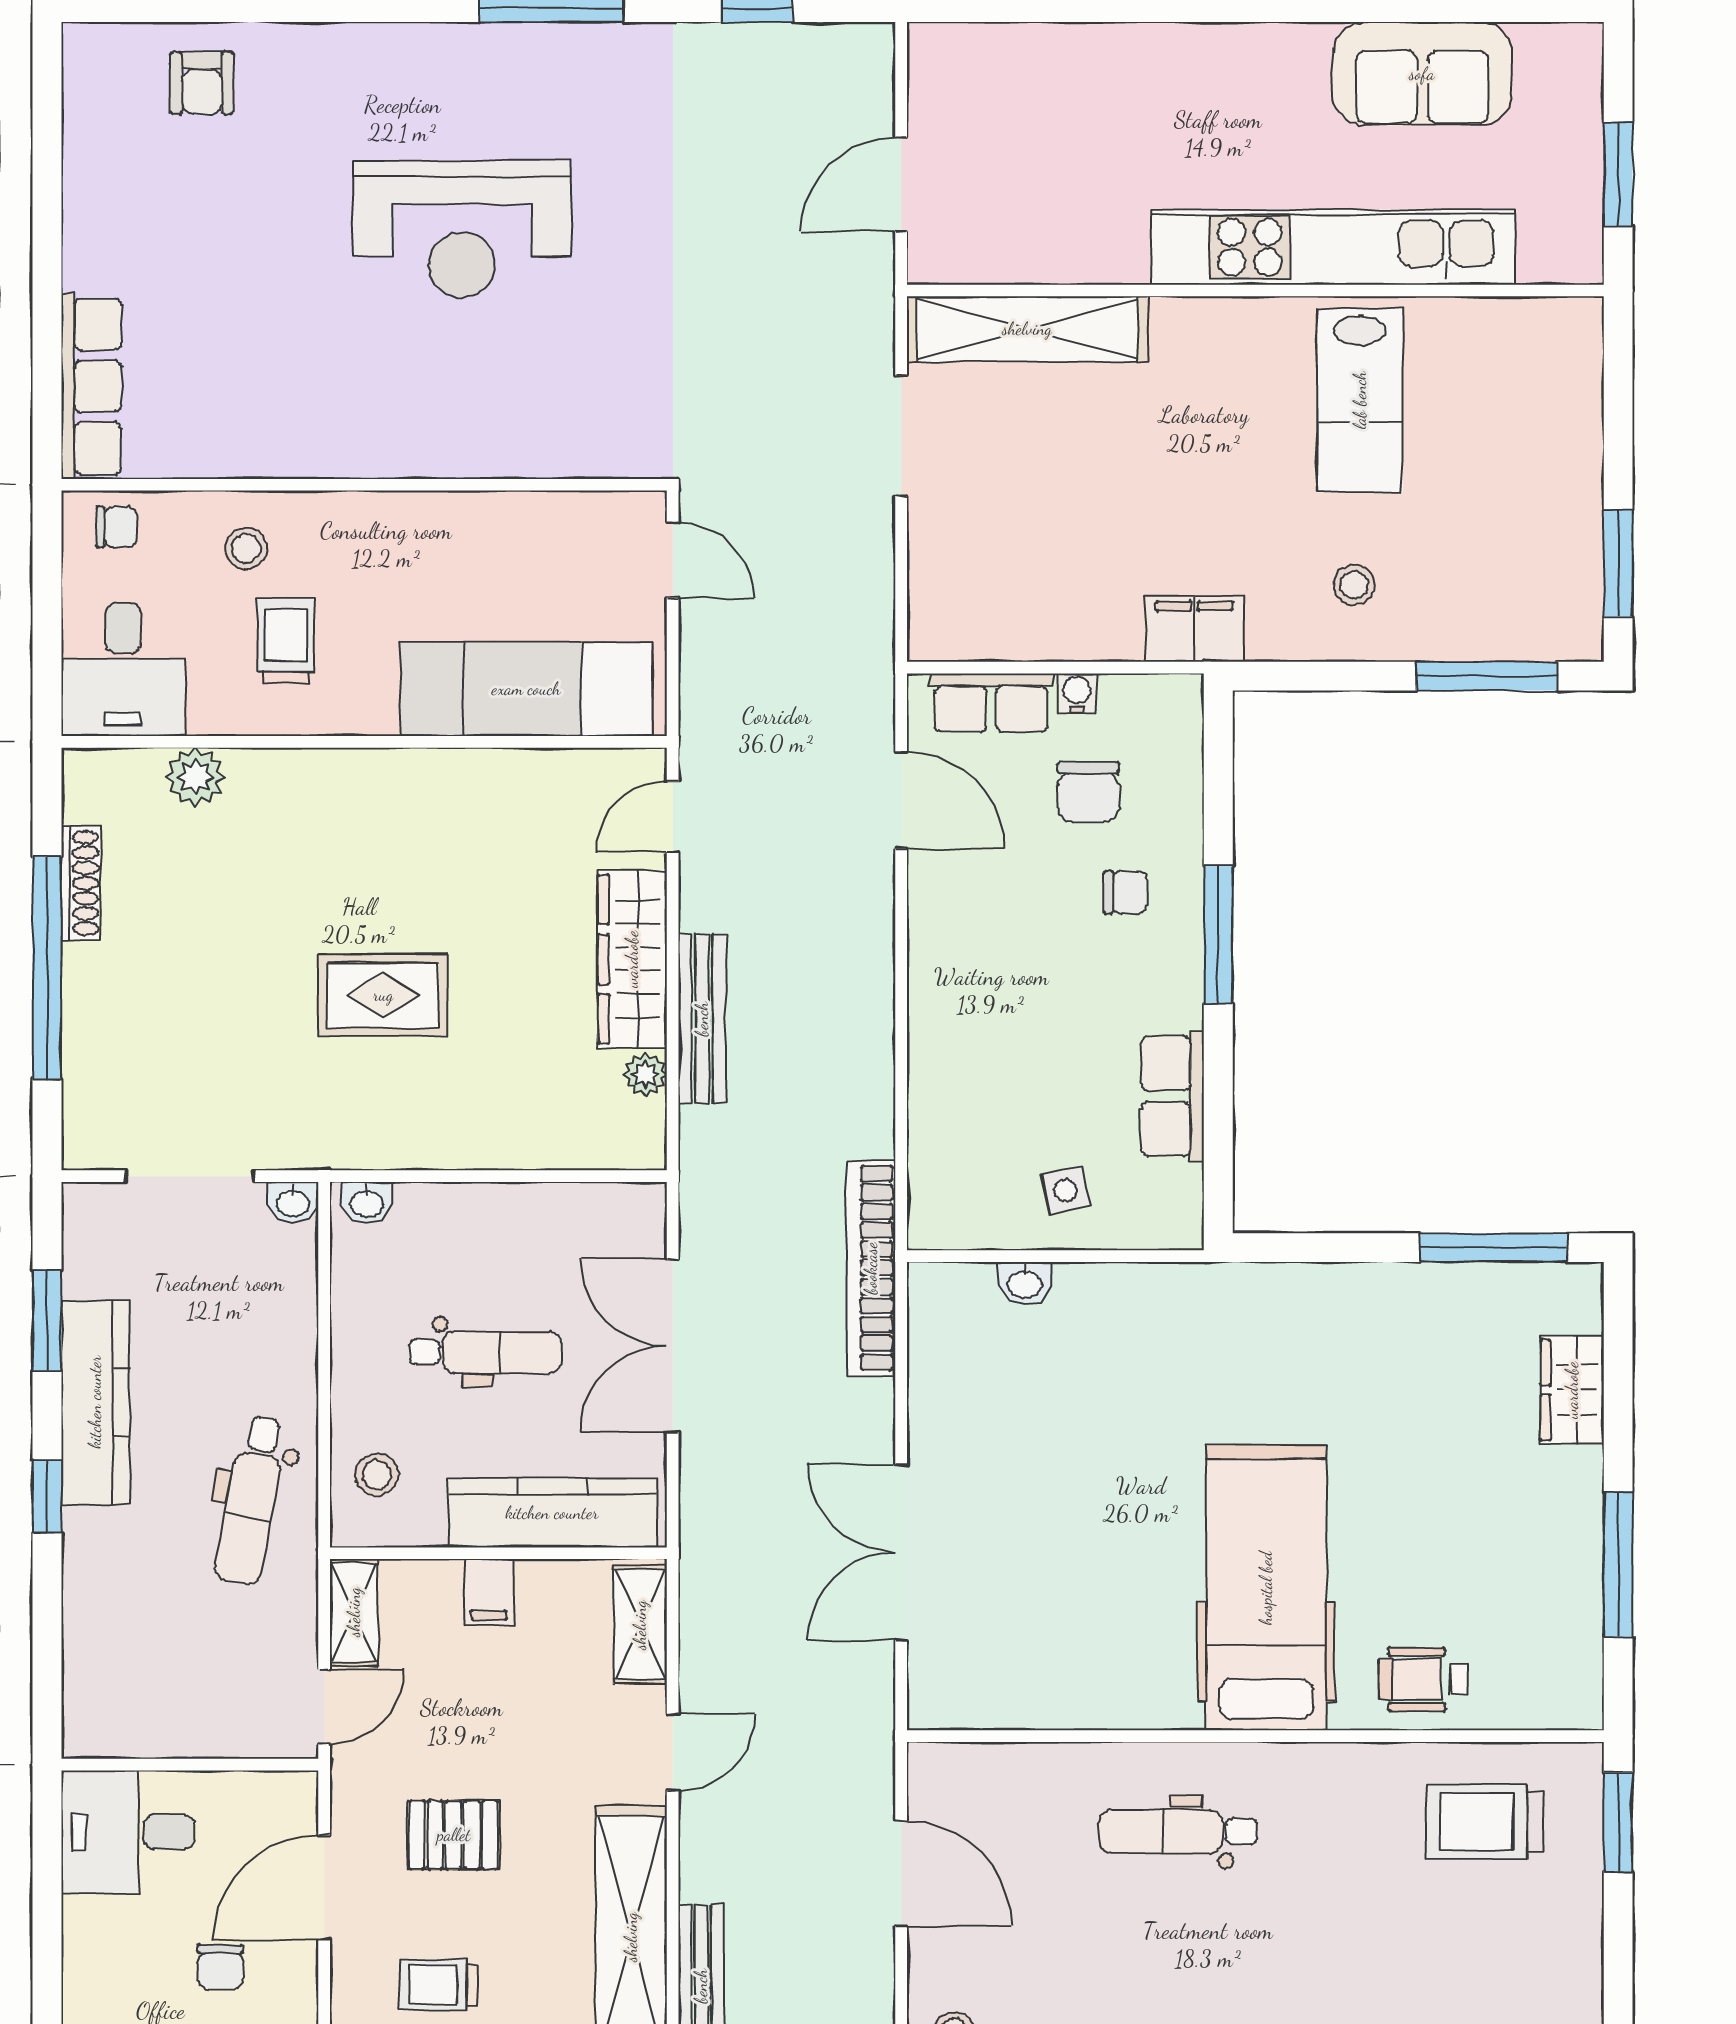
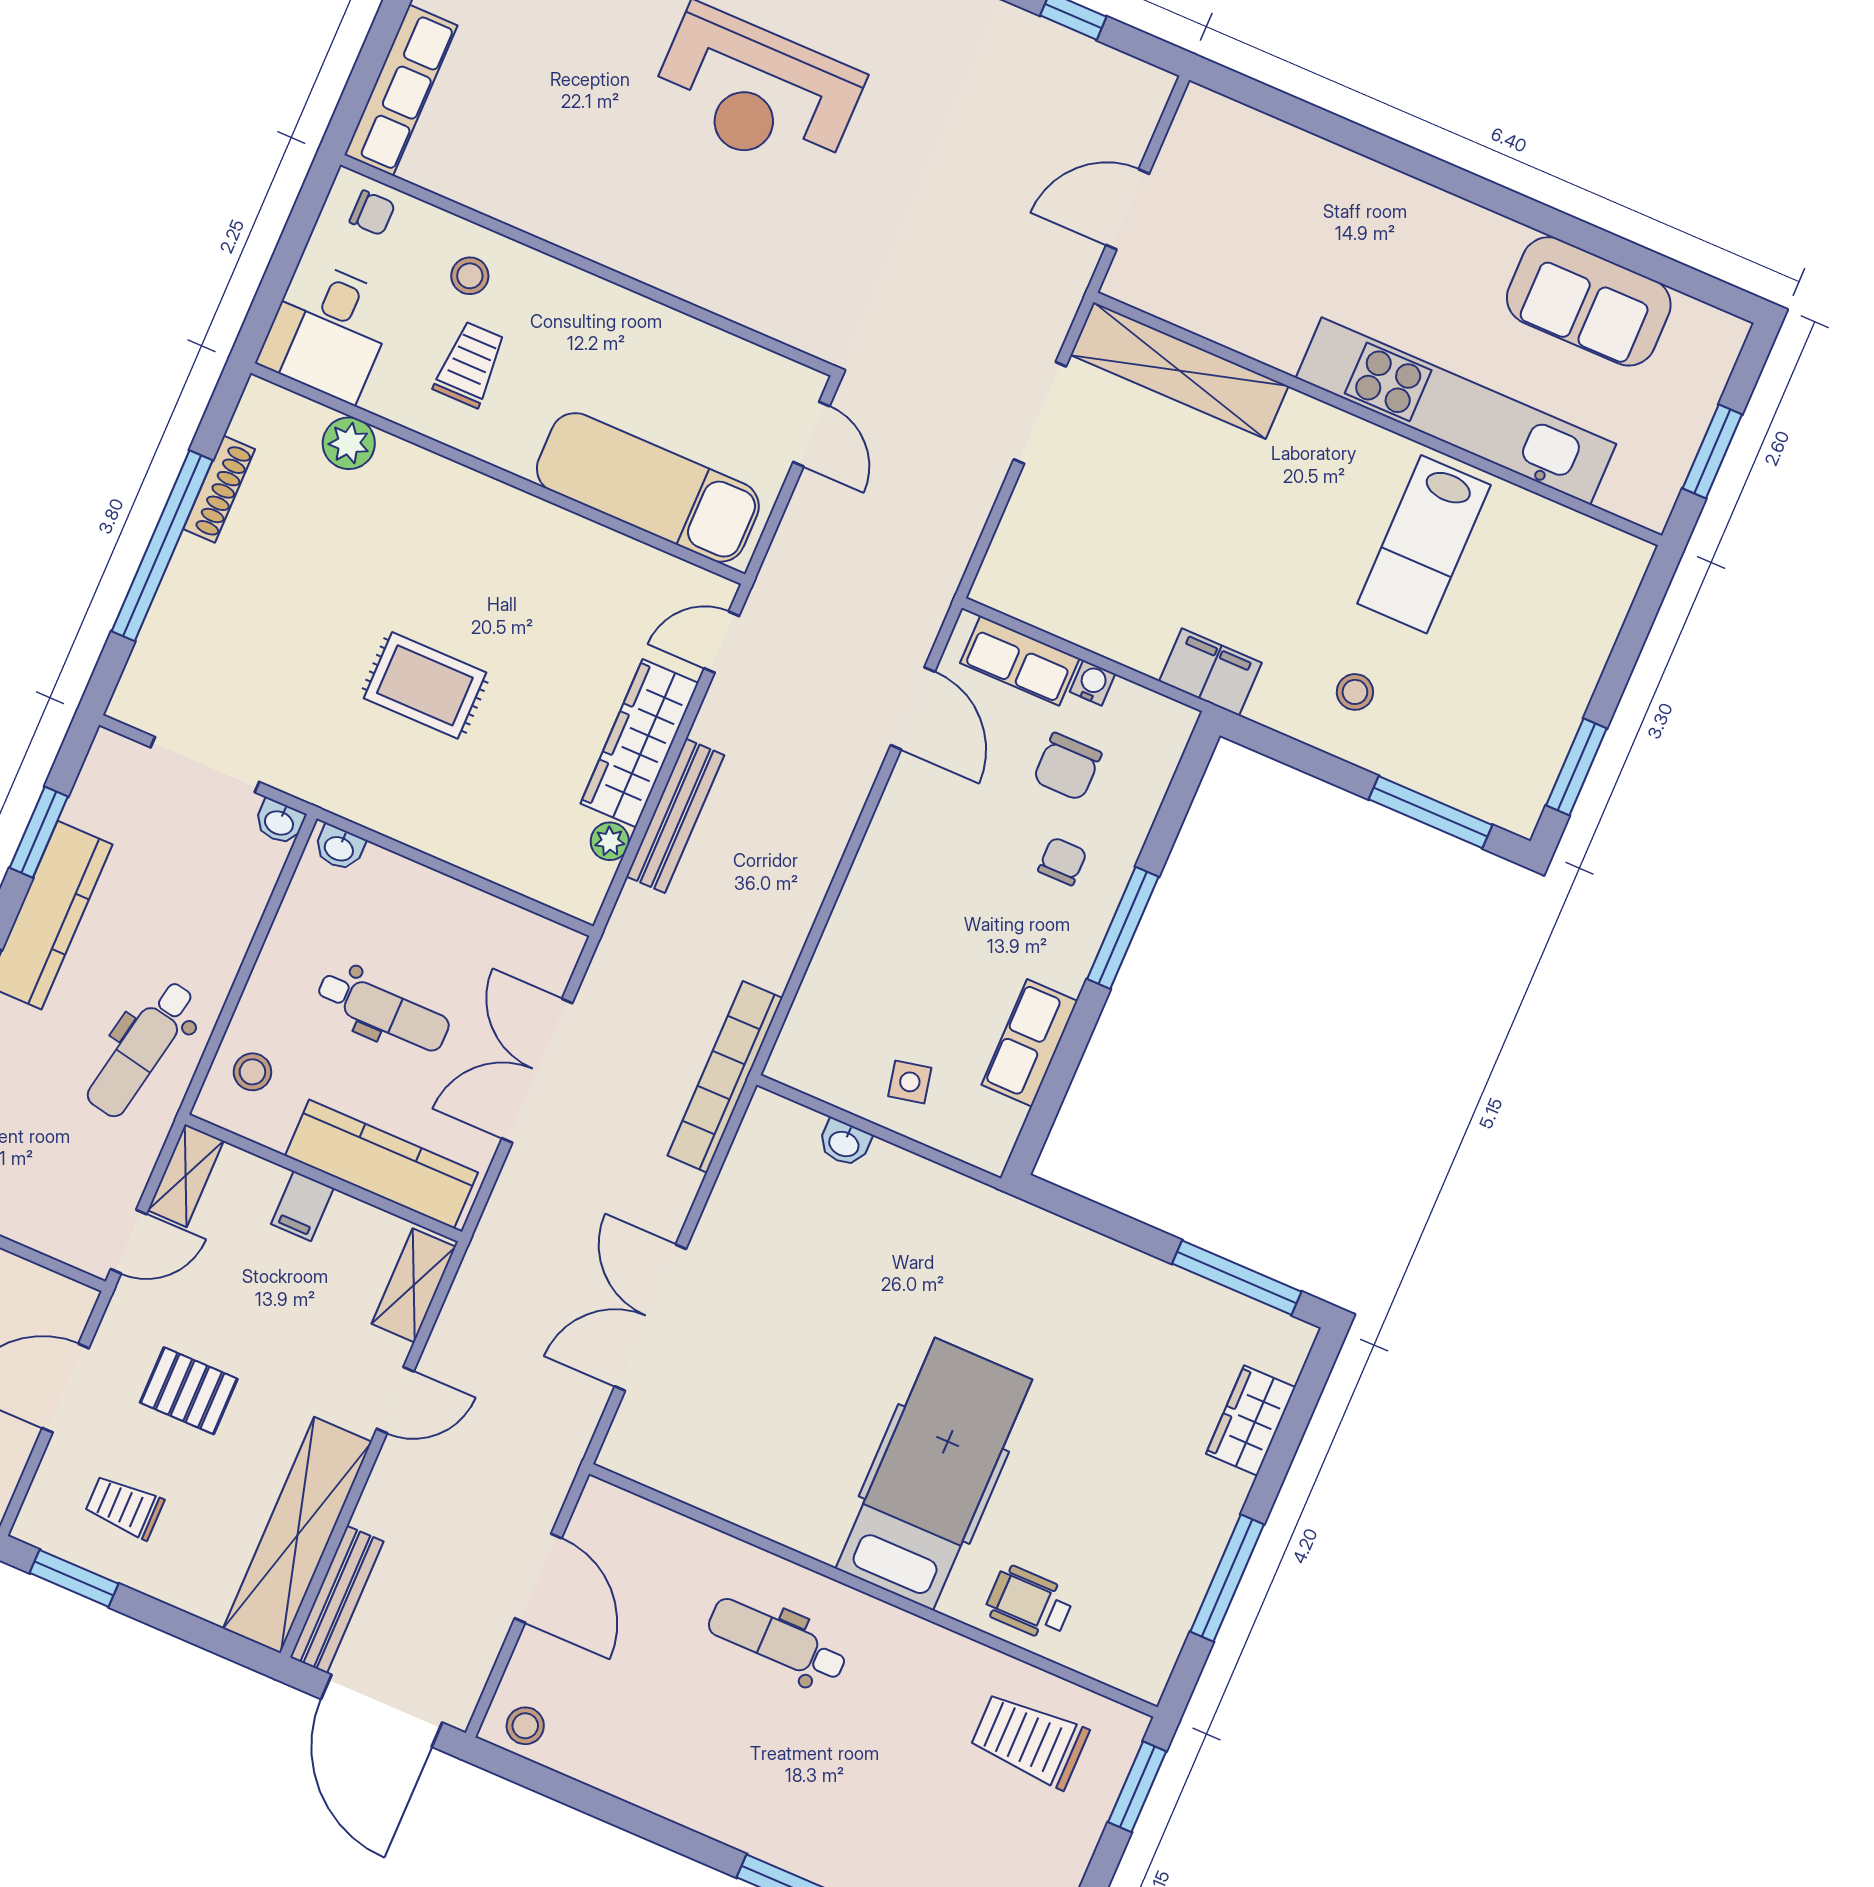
chair: (1125, 892) -> (1062, 861), turned -90

